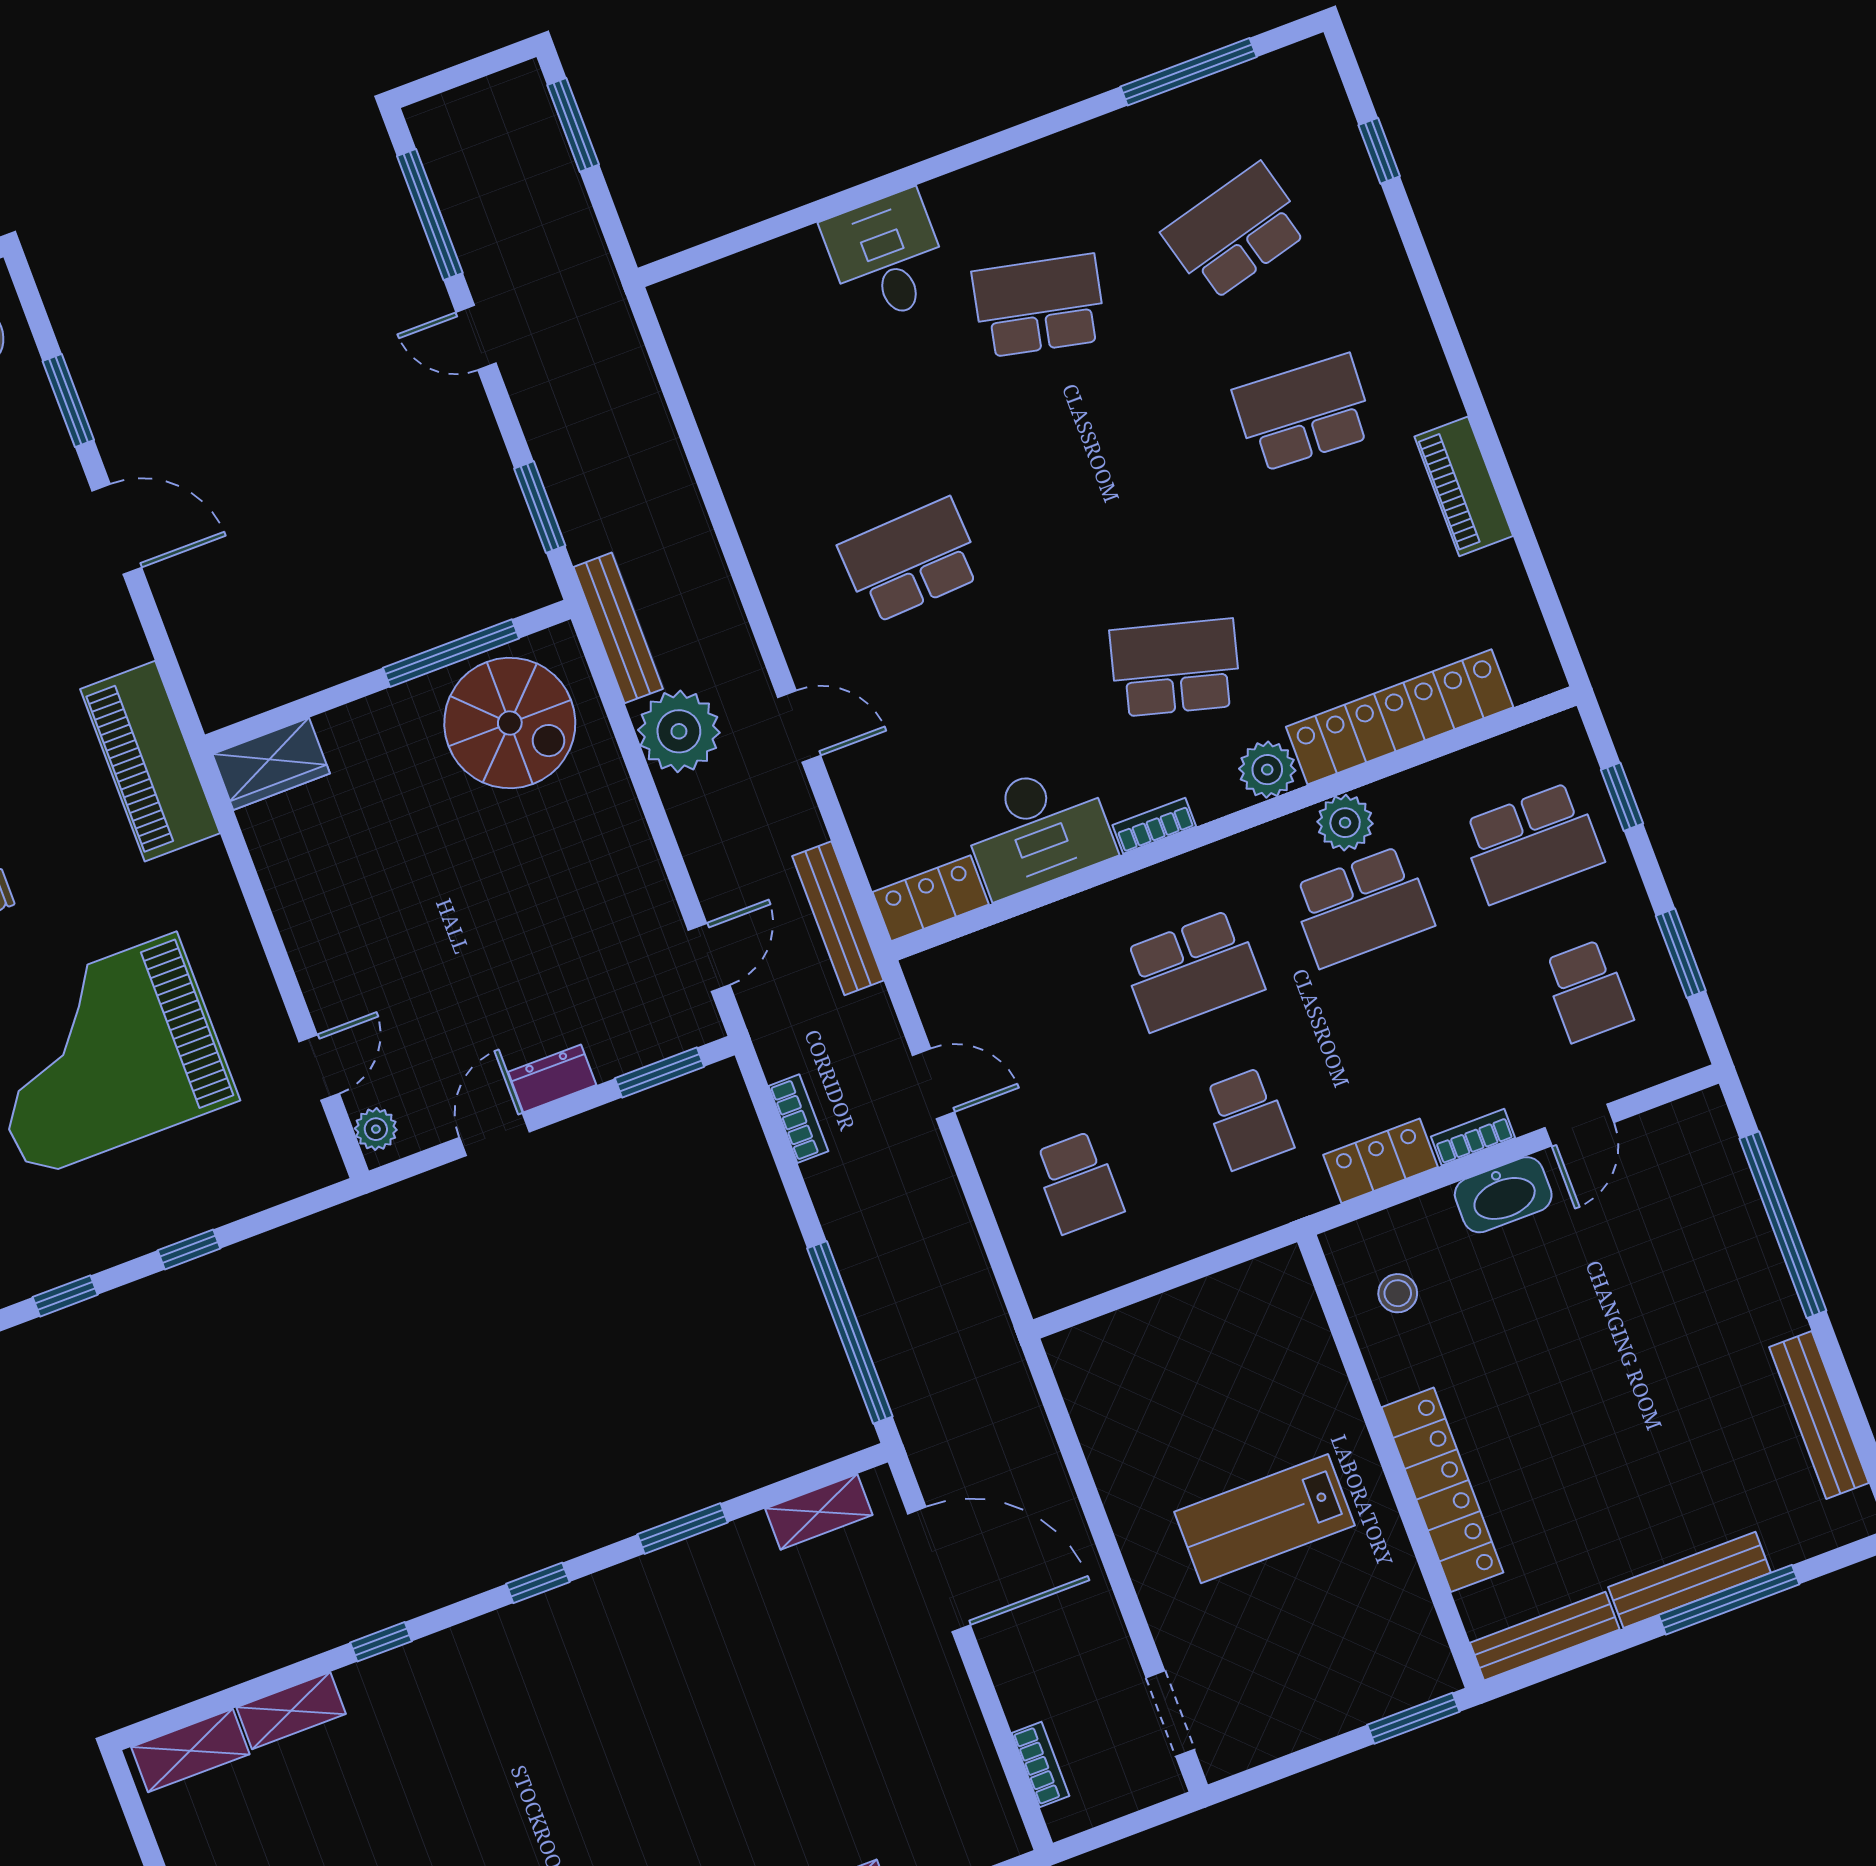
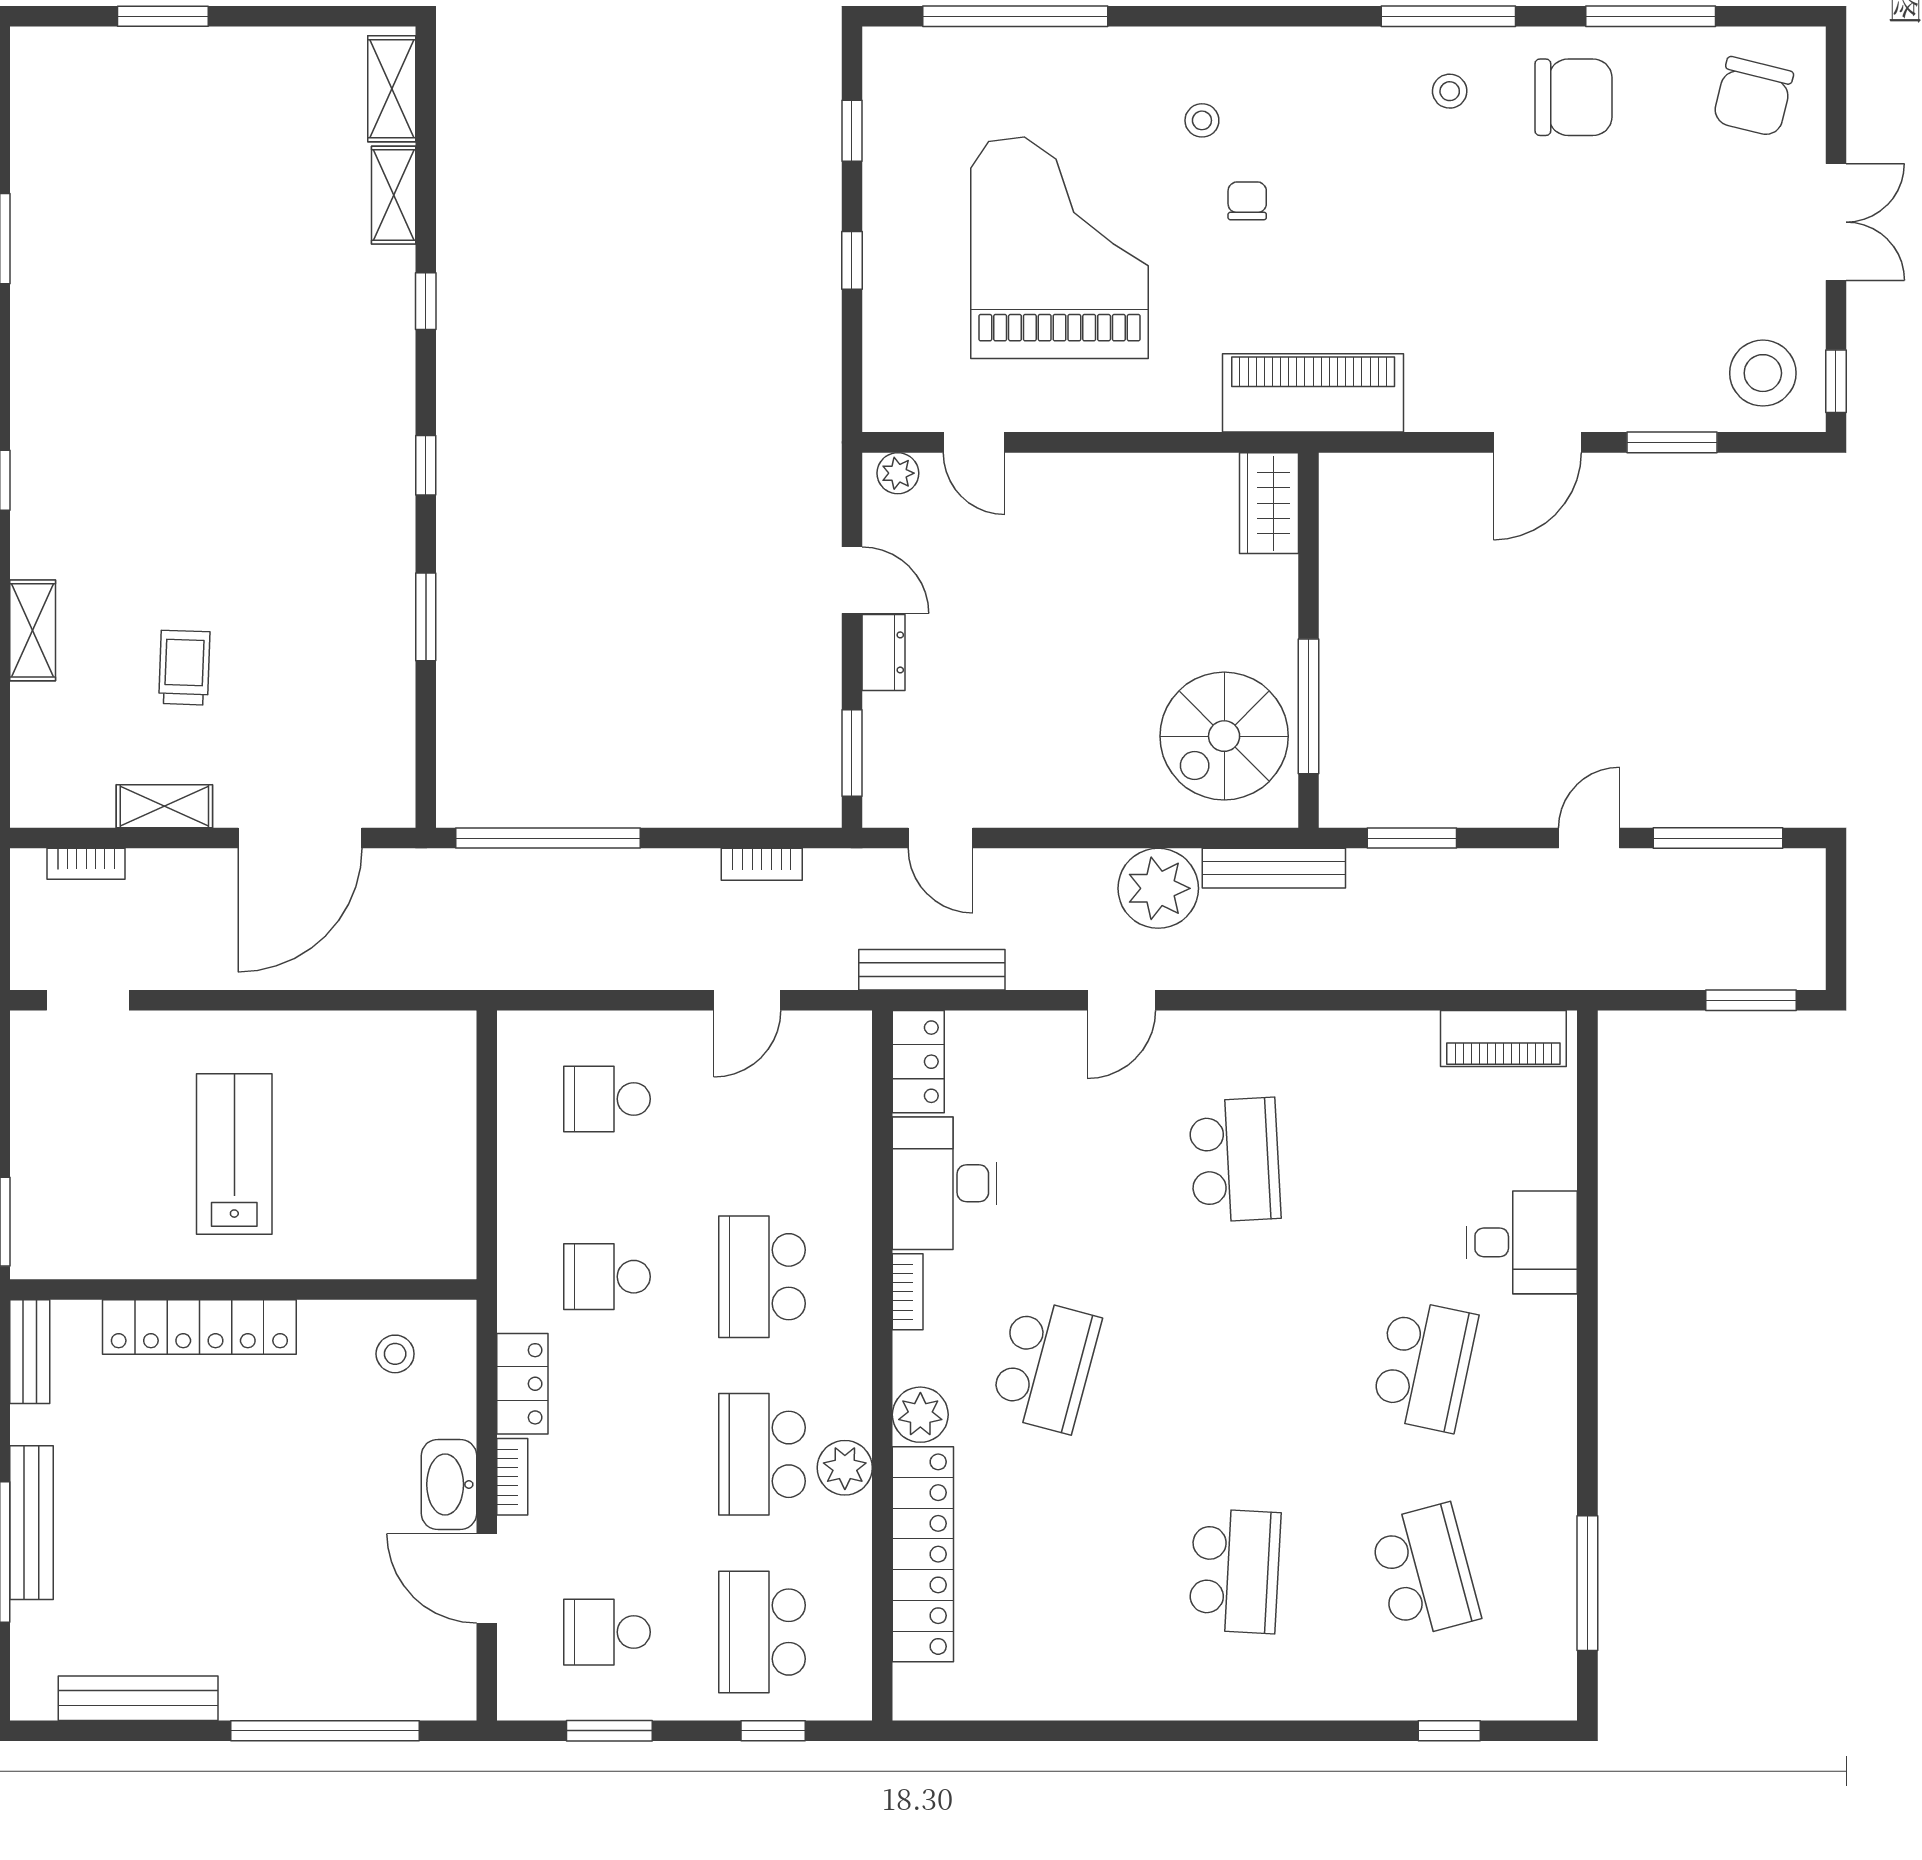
piano: (1464, 486) -> (1503, 1039), moved, turned 180
door: (1579, 1125) -> (487, 1578), width x1.38
shelving: (819, 1512) -> (164, 806), moved, turned 90
bench: (1545, 1636) -> (30, 1352), width x0.73
trolley: (818, 1741) -> (184, 668), added

